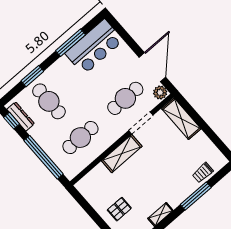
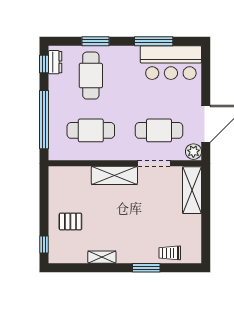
dresser: (21, 116) -> (55, 62), width x0.70
window: (196, 196) -> (146, 268), width x0.69

